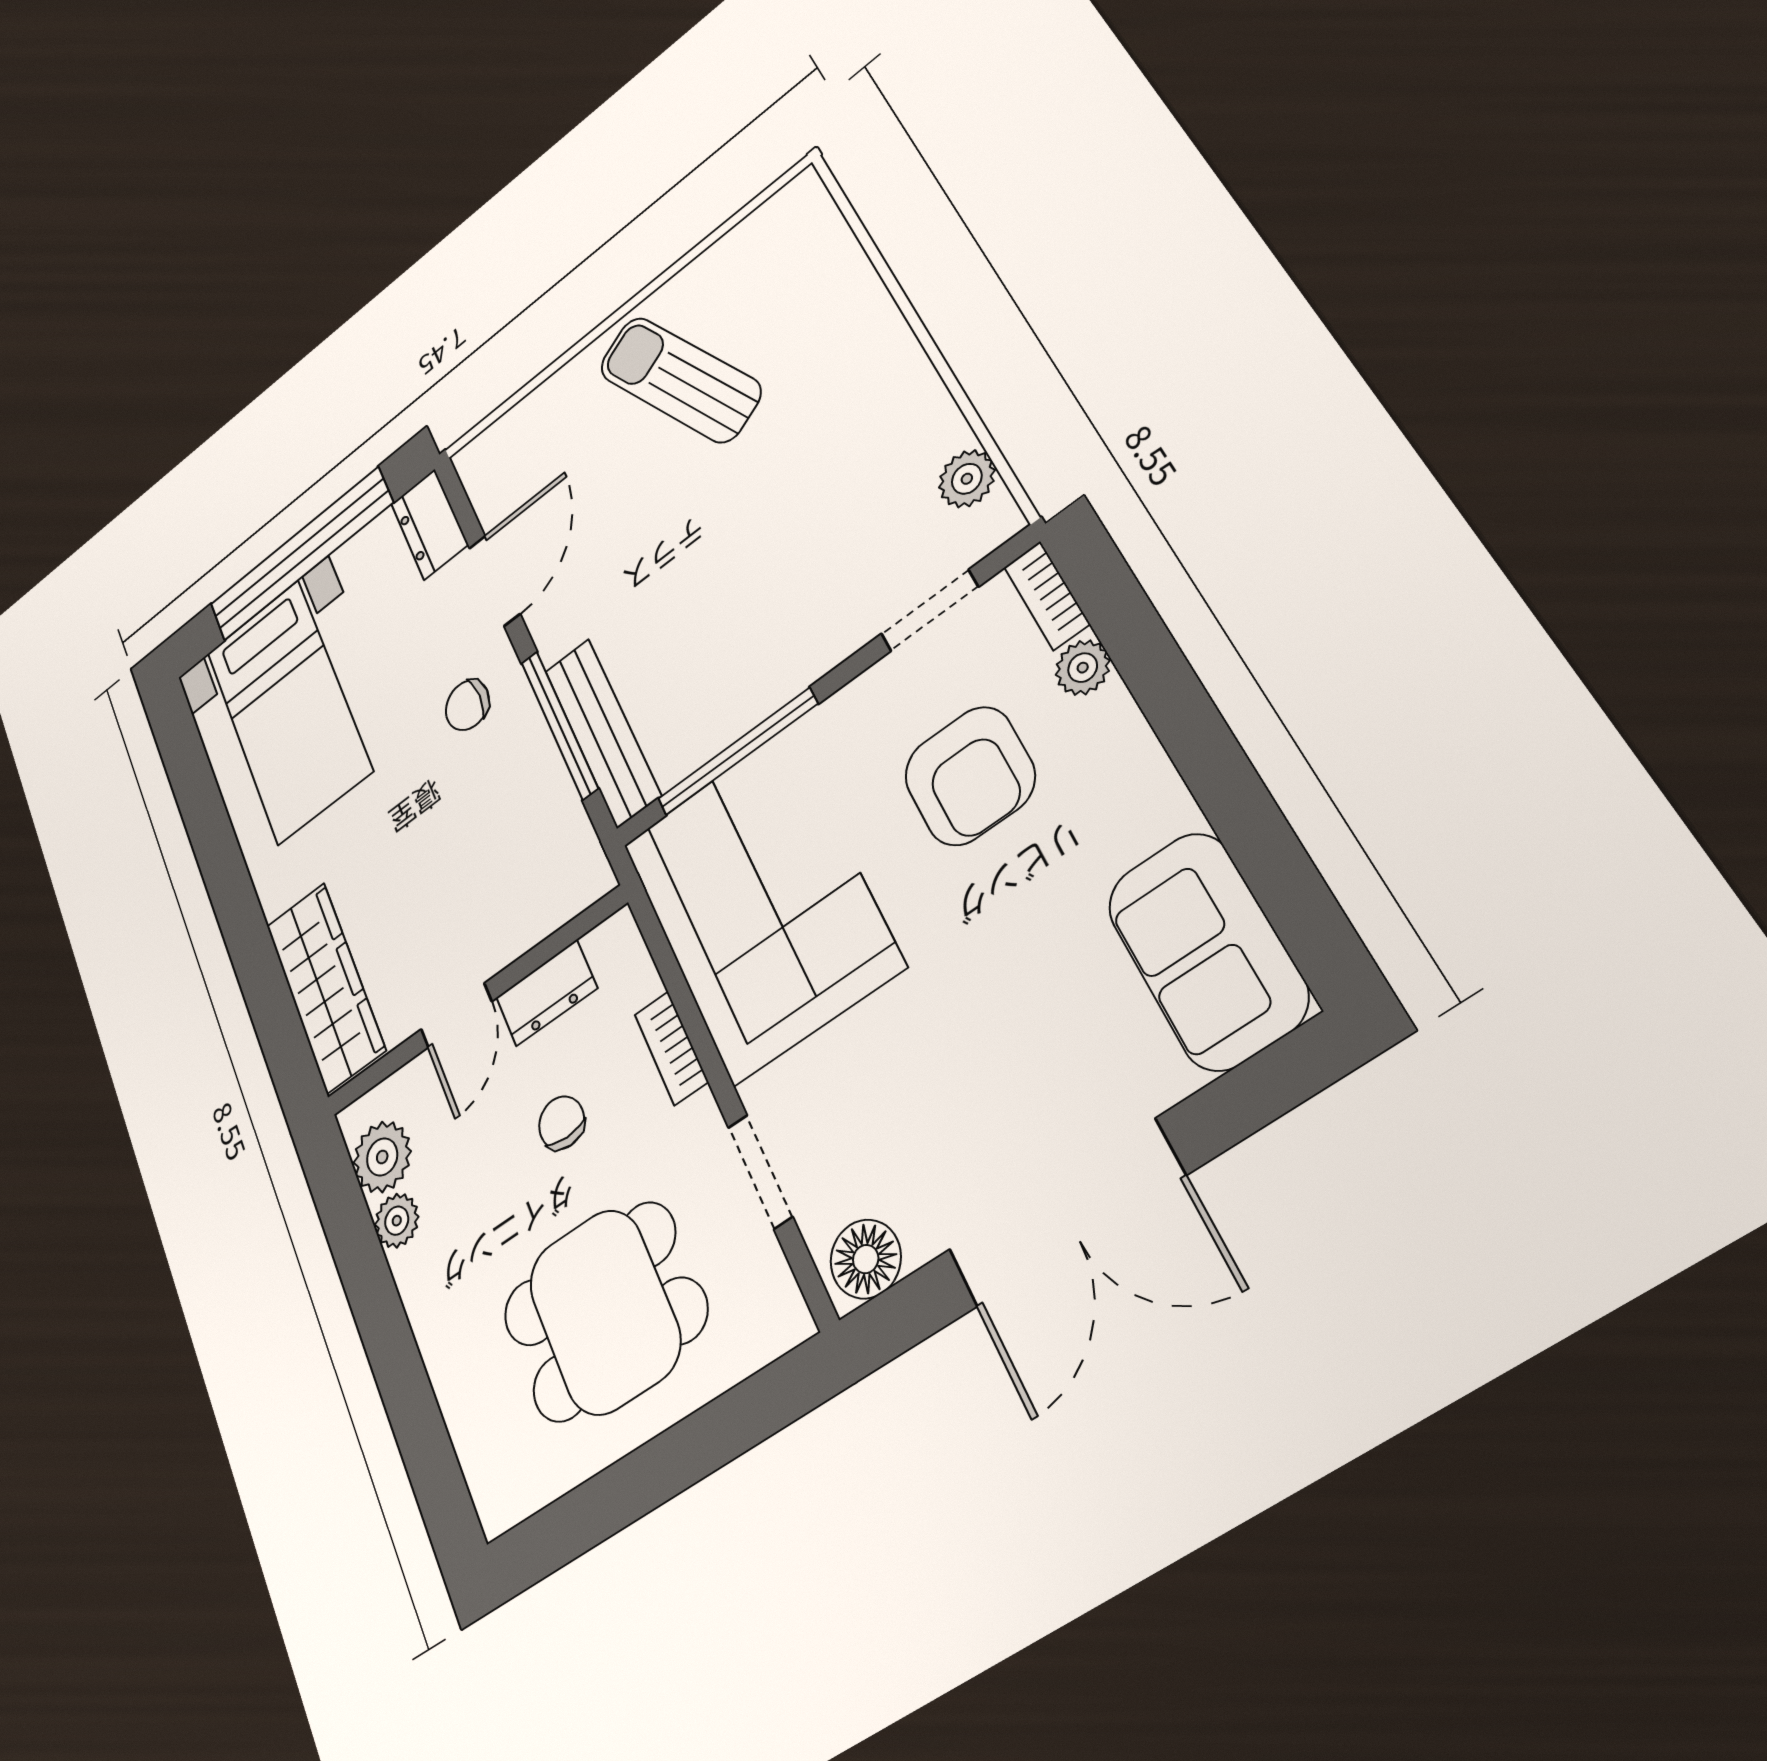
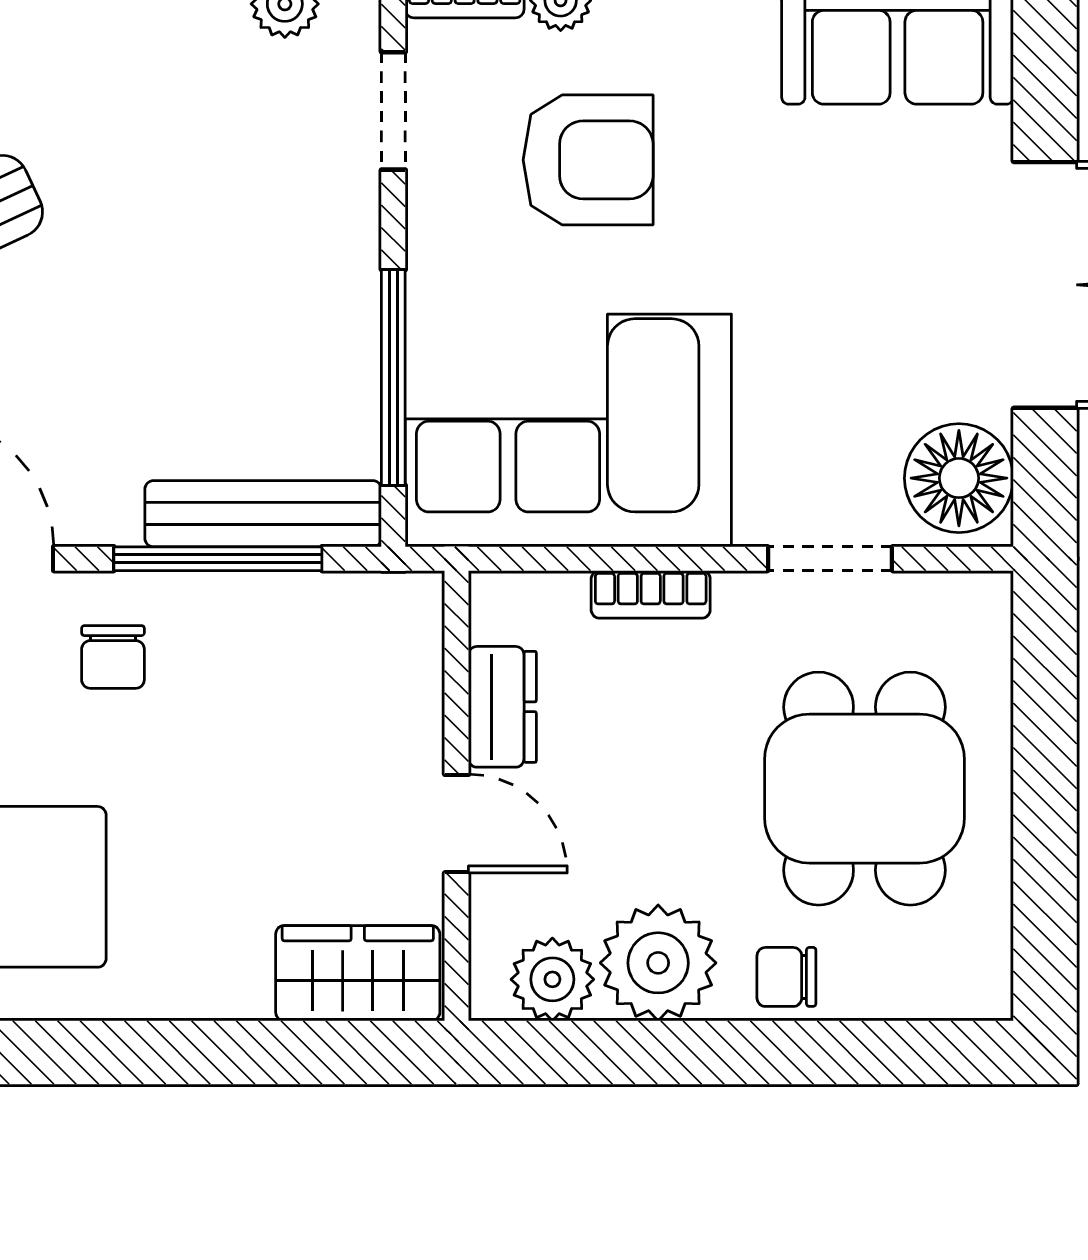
wardrobe: (325, 987) -> (358, 973), width x0.67
chair: (562, 1123) -> (786, 977), moved
plant: (397, 1221) -> (658, 963), width x1.88, depth x1.88
floor lamp: (866, 1259) -> (959, 478), width x1.38, depth x1.38

